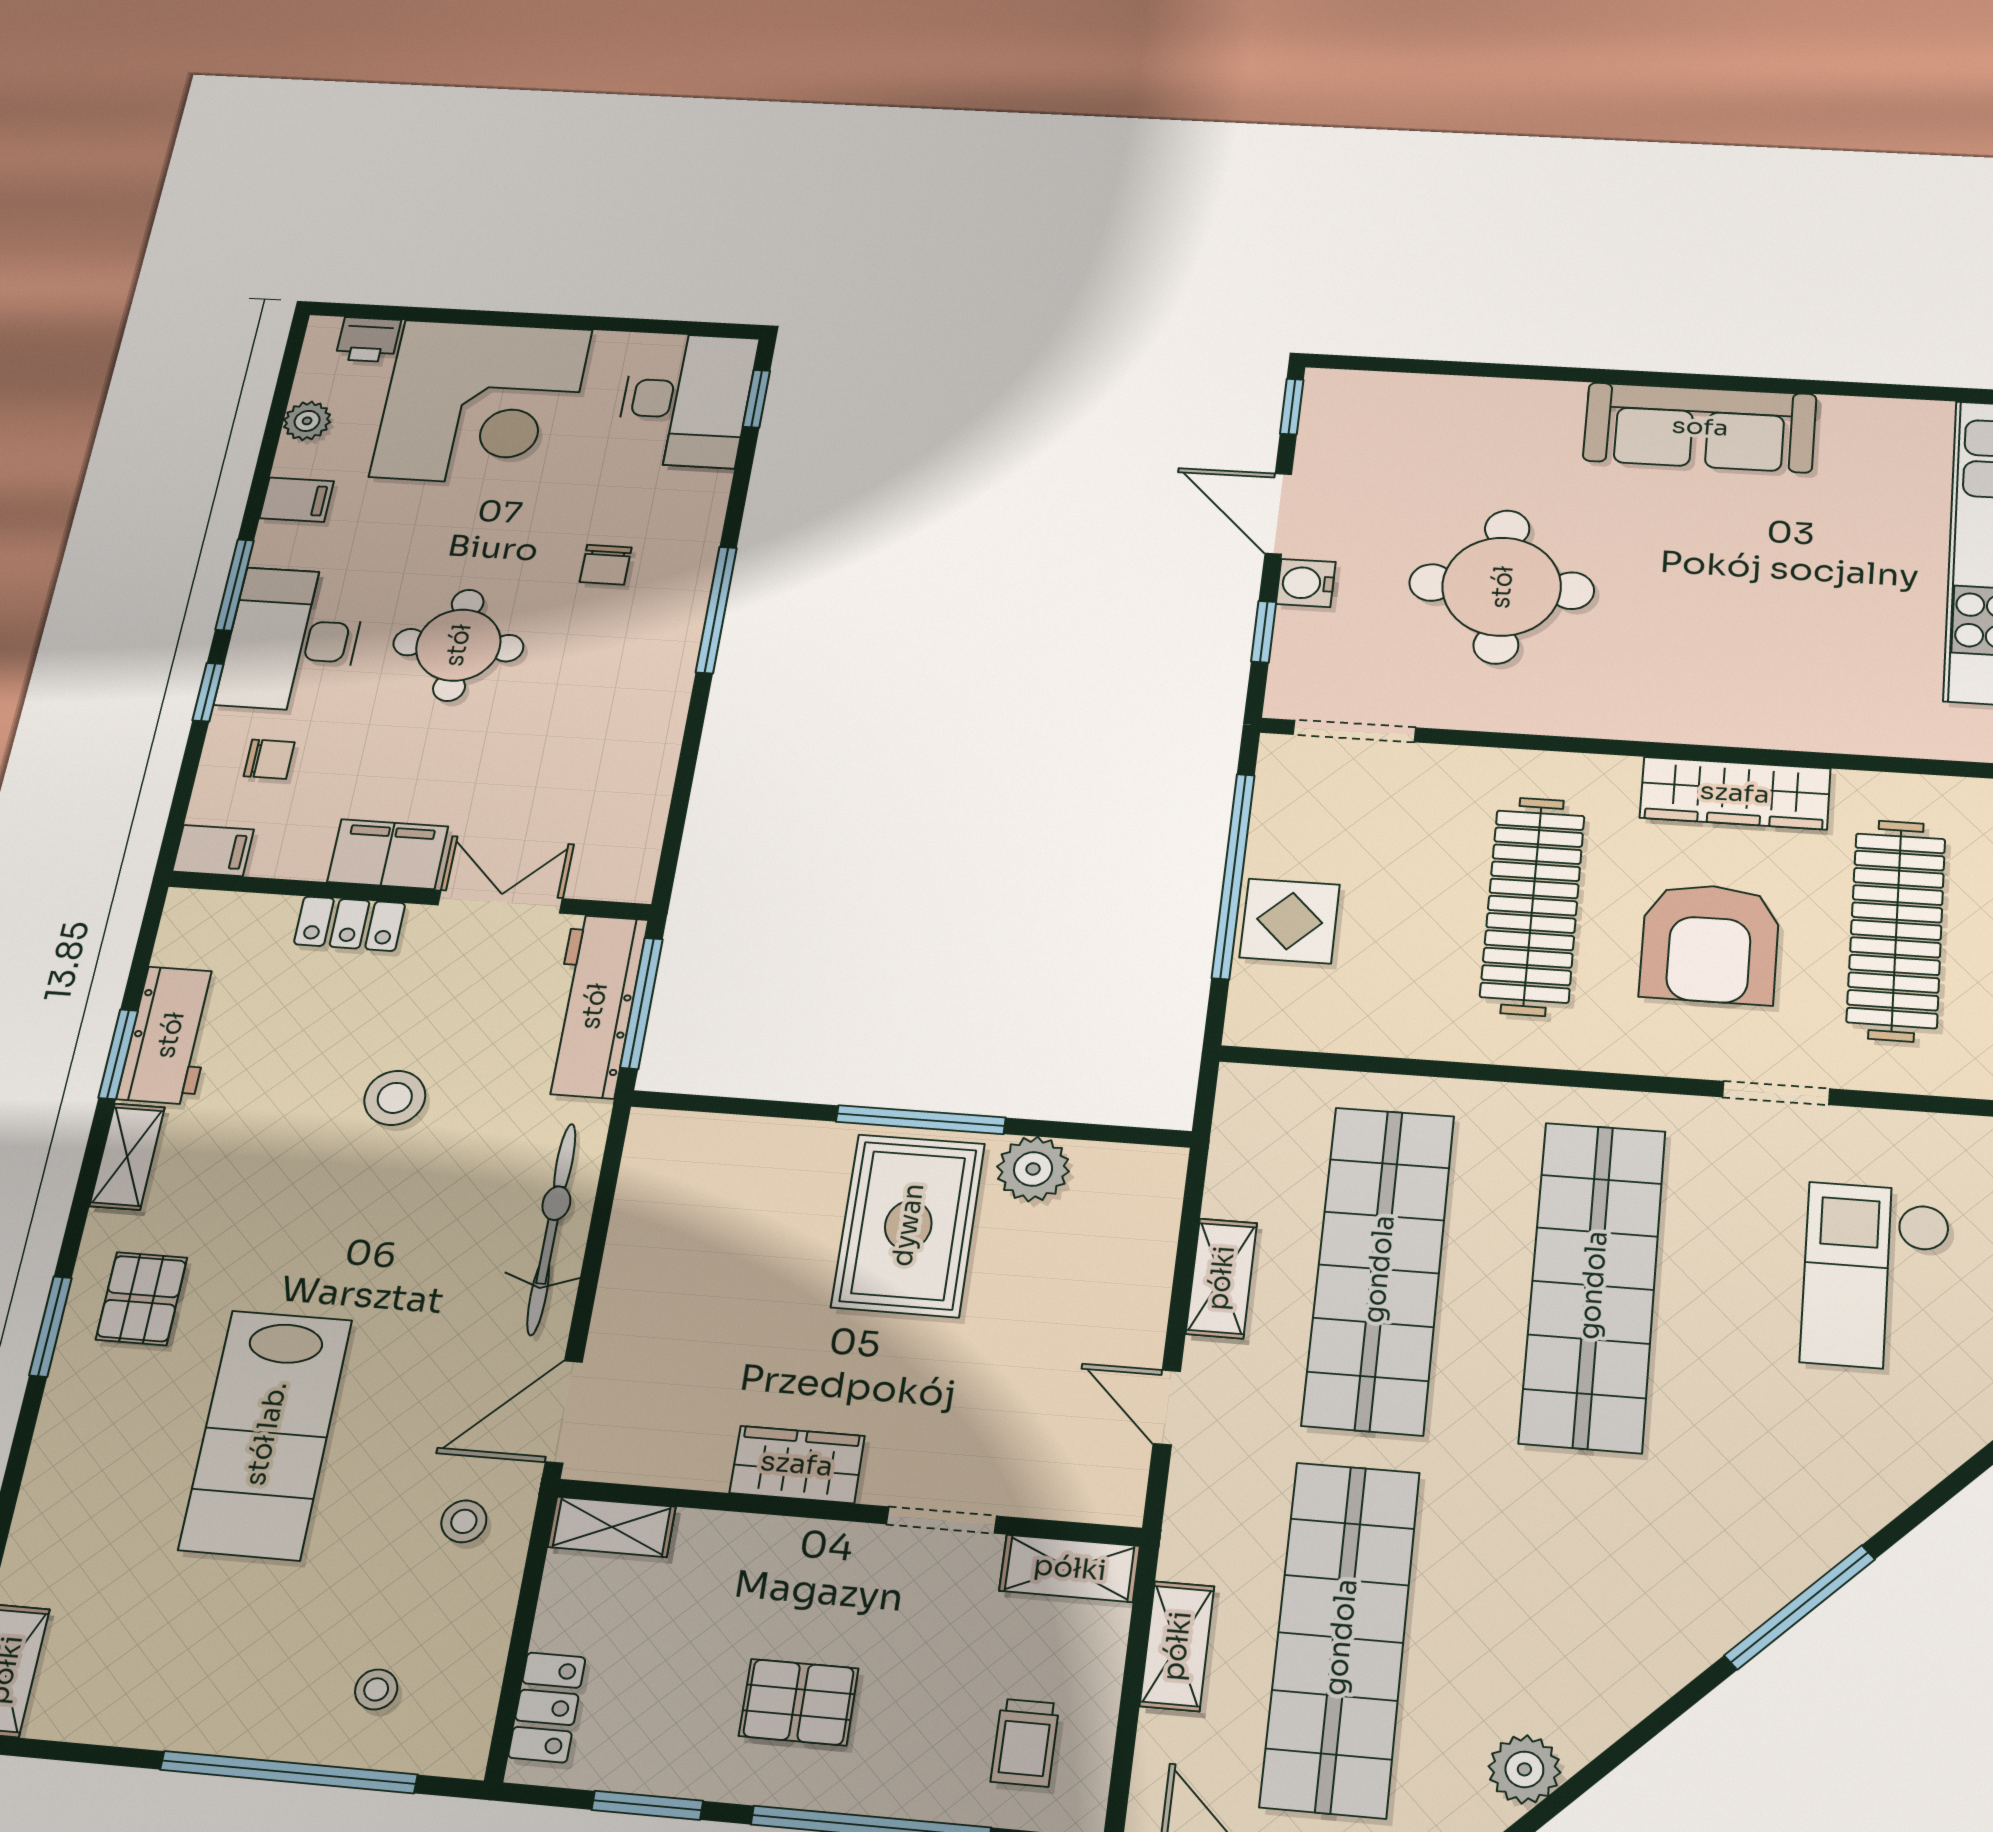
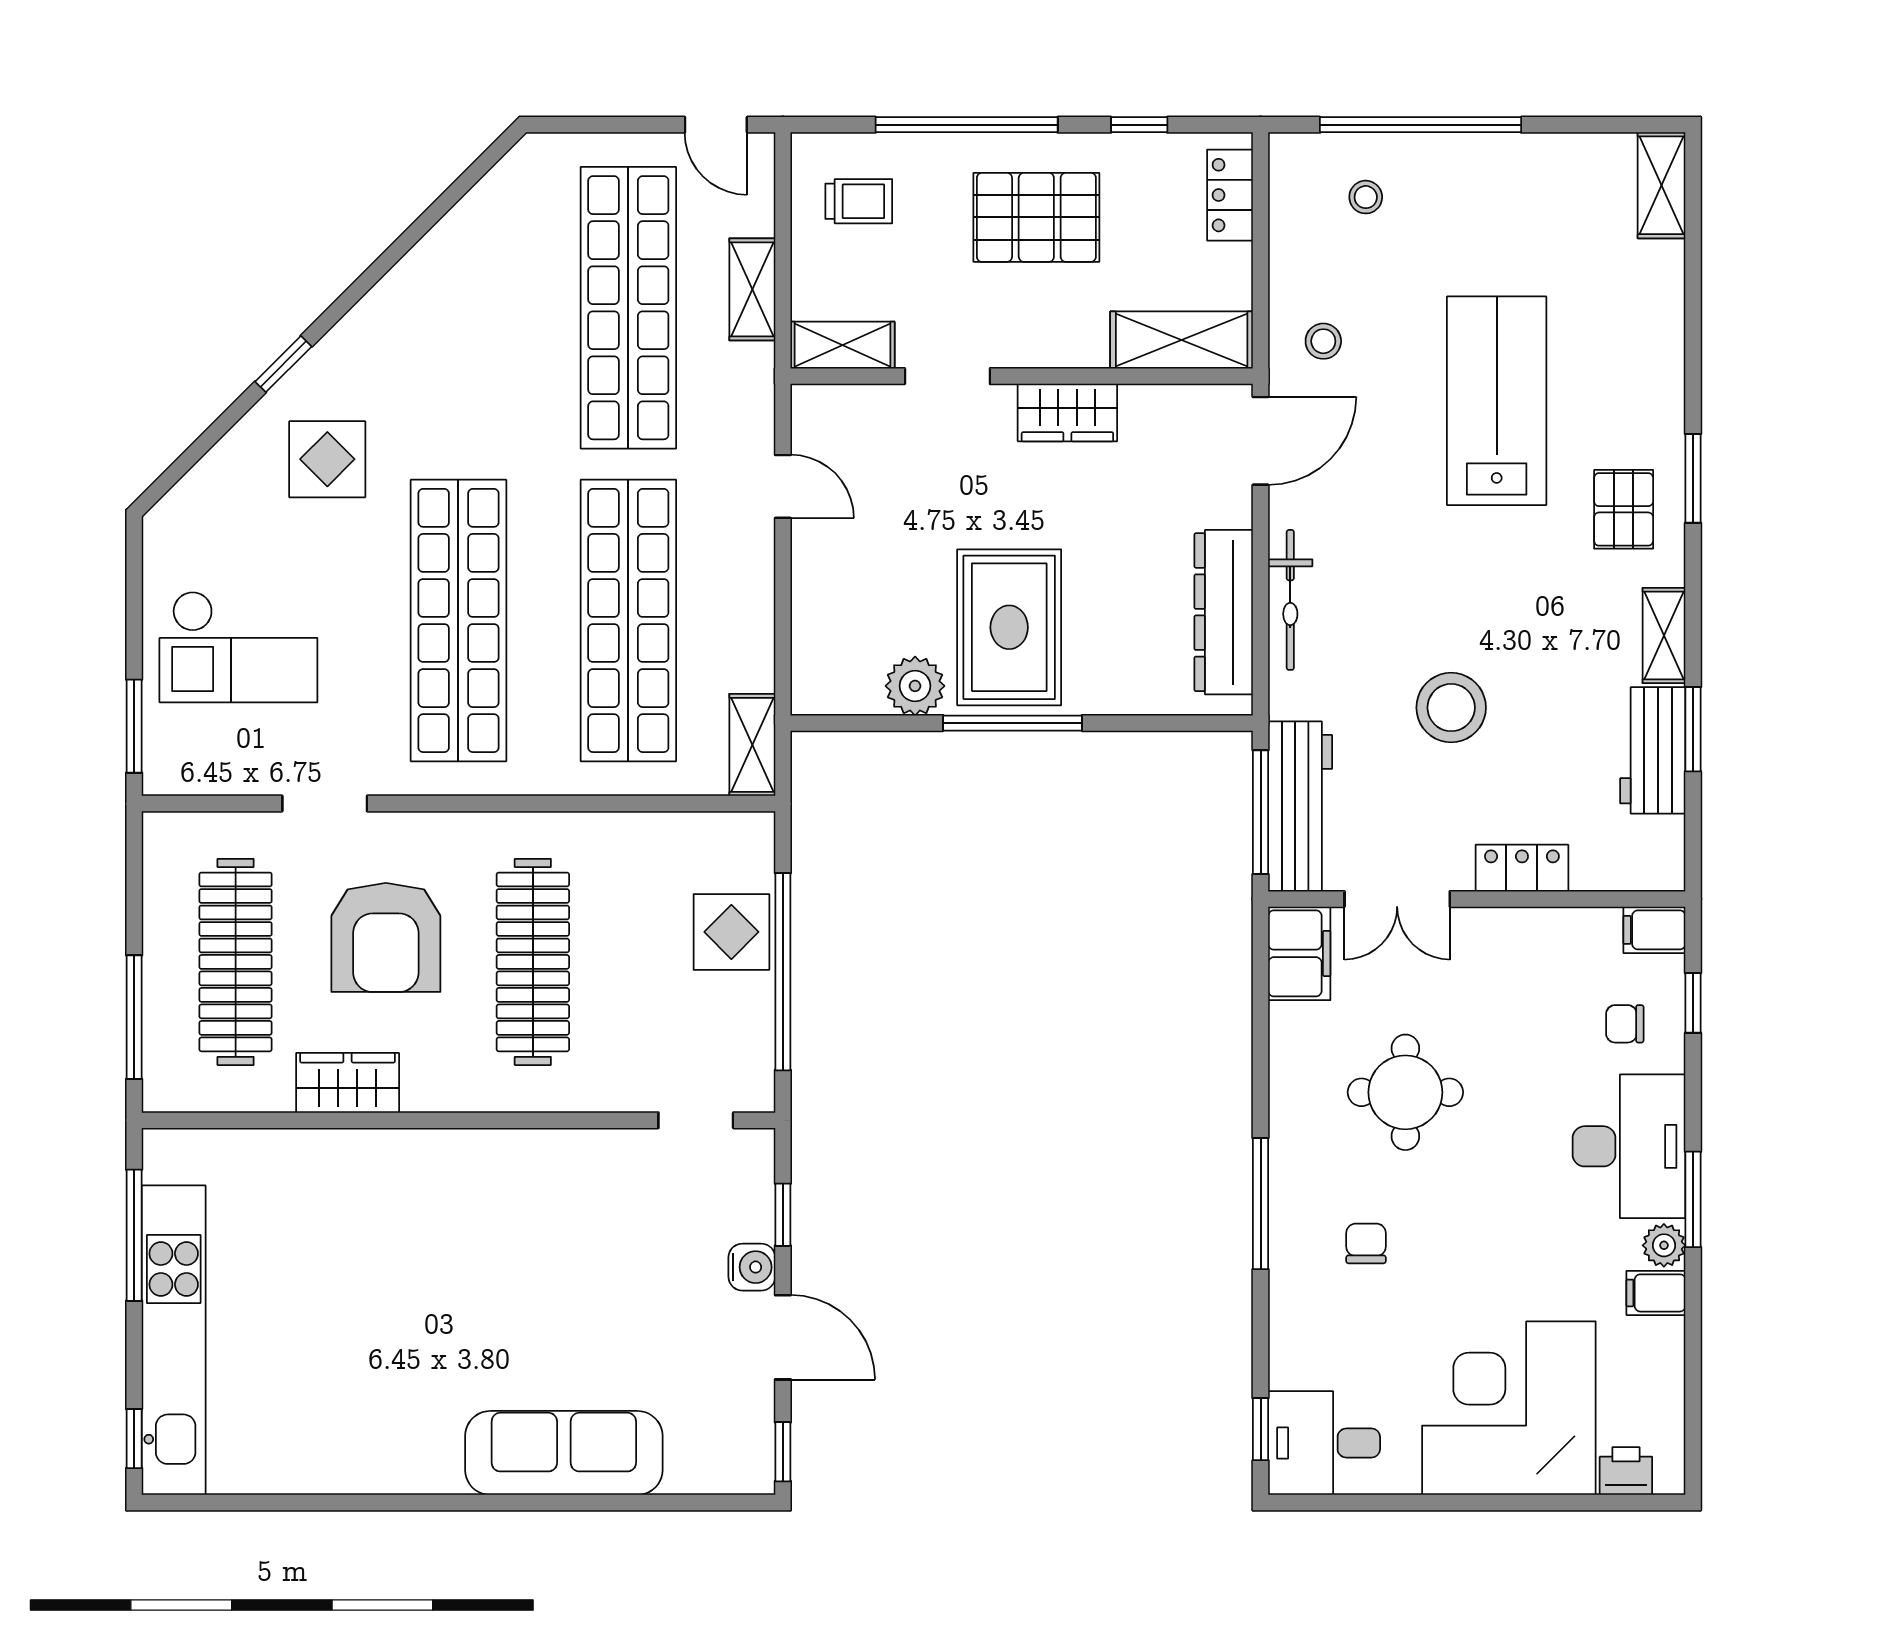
desk: (686, 400) -> (1324, 1443), width x0.73
plant: (307, 421) -> (1664, 1245), moved
sofa: (1700, 427) -> (564, 1453), moved
round table: (1502, 587) -> (584, 1275), removed
round table: (458, 645) -> (1405, 1092), moved
window: (208, 692) -> (1693, 1003), moved
doorway: (1354, 731) -> (696, 1120), width x0.73
wardrobe: (1735, 793) -> (348, 1083), width x0.67
filing cabinet: (388, 854) -> (1299, 953), moved, turned -90
armchair: (1710, 943) -> (386, 937), turned 180
stool: (395, 1098) -> (1451, 708), width x1.38, depth x1.38
dresser: (645, 1222) -> (1224, 612), added
bicycle: (551, 1229) -> (1290, 600), width x0.73, depth x0.71
checkout: (1876, 1277) -> (238, 647), turned 90
shelving: (1221, 1278) -> (752, 745), moved
display table: (1749, 1487) -> (327, 459), added
shelving: (612, 1527) -> (1182, 340), width x1.50, depth x1.33
window: (1800, 1607) -> (283, 364), width x0.46
pallet: (799, 1702) -> (1036, 217), width x1.50, depth x1.42
trolley: (1025, 1743) -> (859, 201), turned 90
plant: (1524, 1769) -> (481, 216), removed
window: (647, 1805) -> (1139, 125), width x0.67

